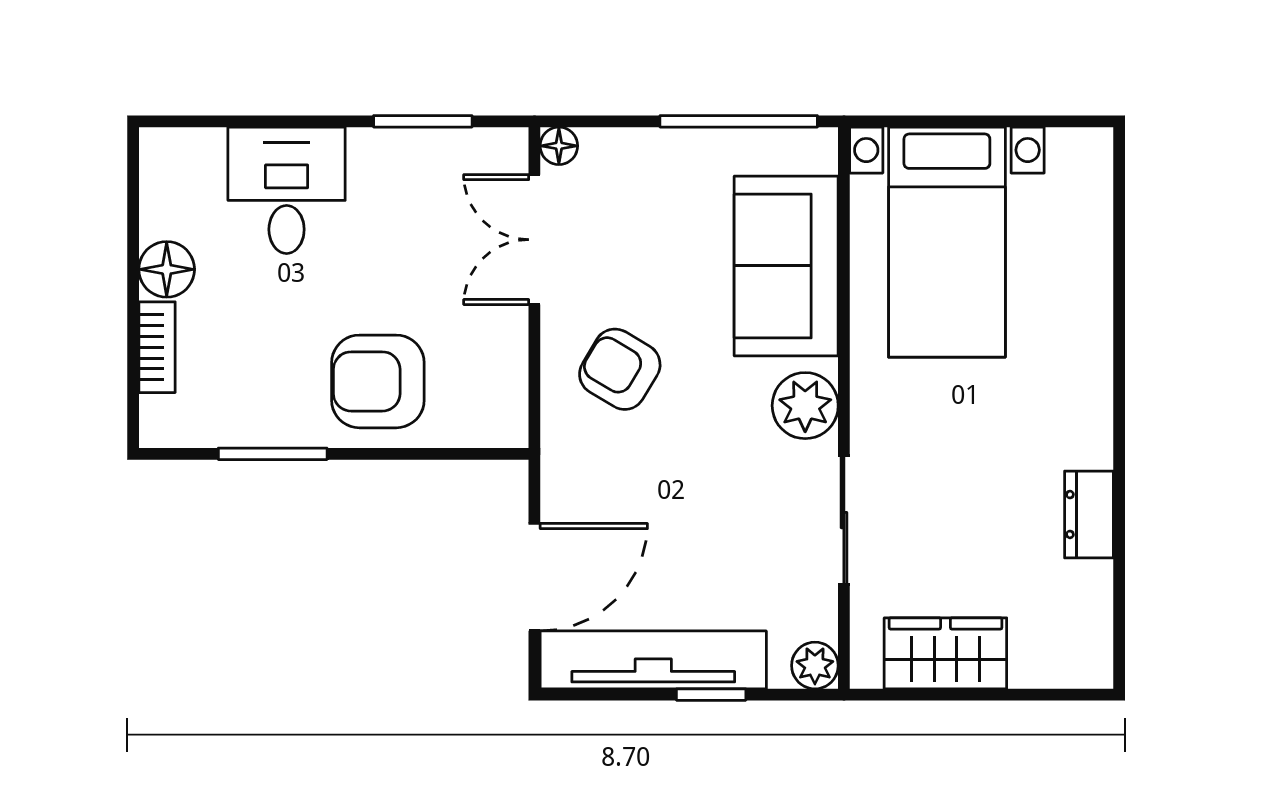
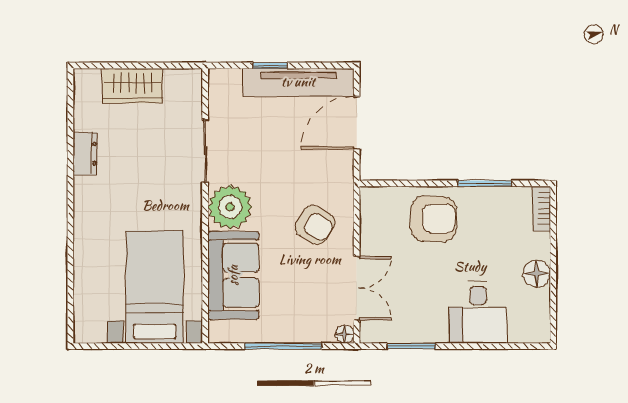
window: (739, 121) -> (283, 346), moved
bookcase: (157, 347) -> (541, 209), moved
plant: (805, 406) -> (230, 207), width x1.36, depth x1.36
wardrobe: (945, 653) -> (132, 86), moved
plant: (815, 666) -> (219, 80), removed

